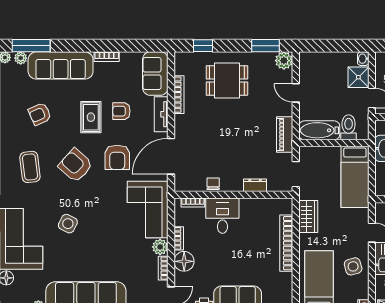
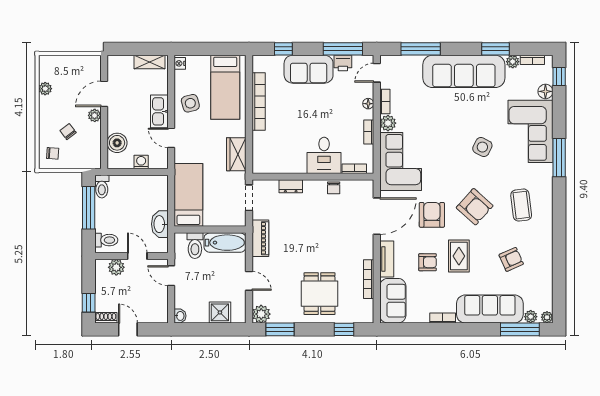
shower: (358, 77) -> (220, 312), moved
dining table: (227, 80) -> (319, 294), turned 90
bookcase: (286, 243) -> (259, 102), moved
floor lamp: (184, 261) -> (368, 104), width x0.53, depth x0.53

